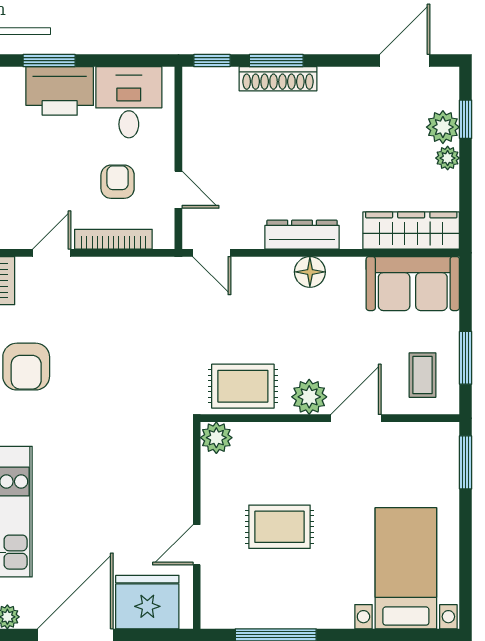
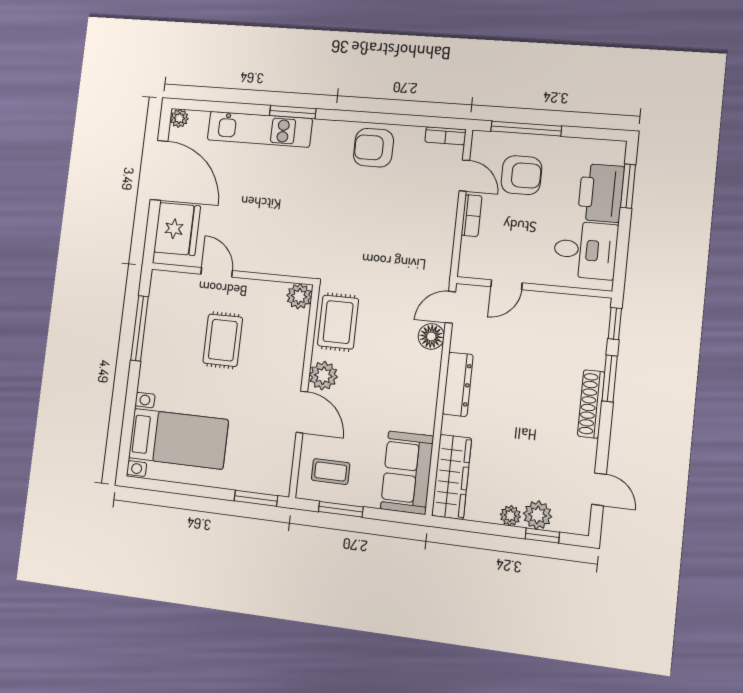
door: (405, 61) -> (599, 489), width x0.73
shoe rack: (278, 79) -> (591, 404), moved
armchair: (118, 182) -> (521, 175), moved, width x1.38, depth x1.38
bookcase: (113, 239) -> (472, 216), width x0.64
floor lamp: (310, 272) -> (431, 336), moved

